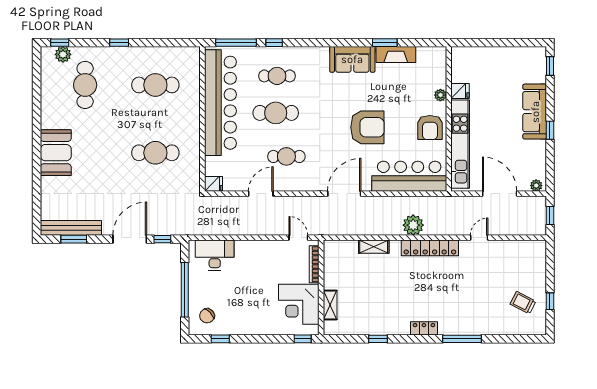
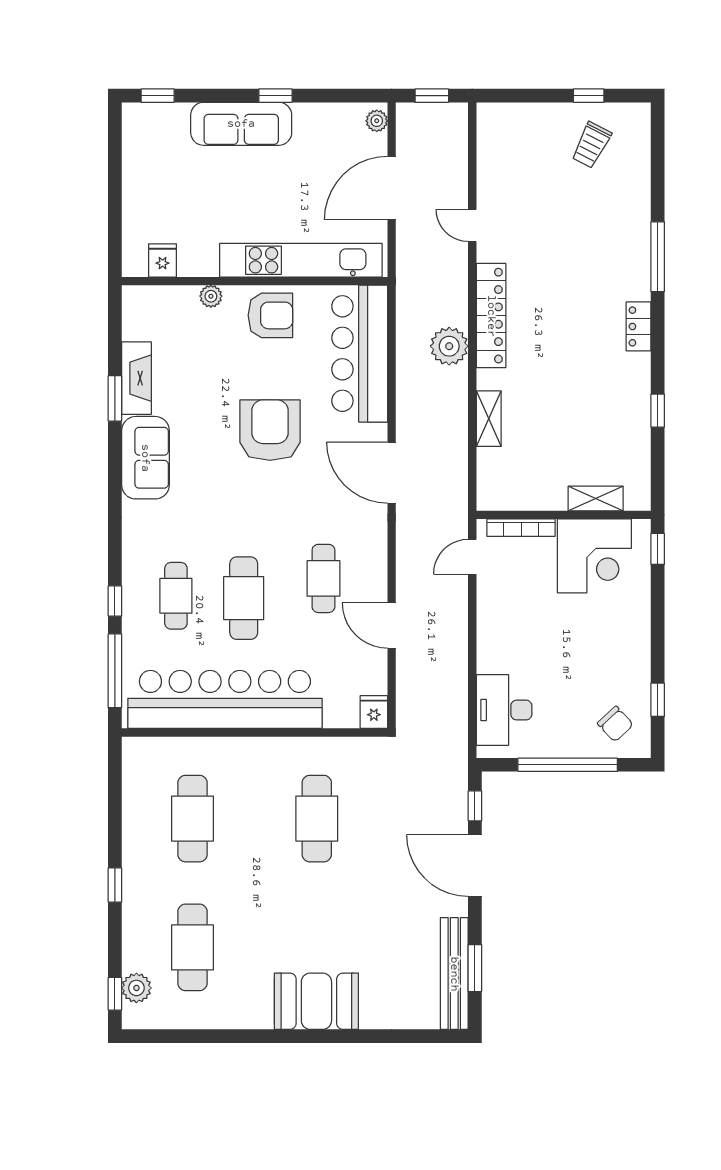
cafe table: (85, 85) -> (192, 947), turned 90
fridge: (460, 91) -> (163, 260), moved

